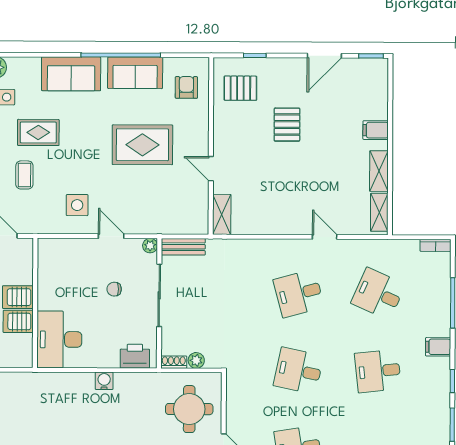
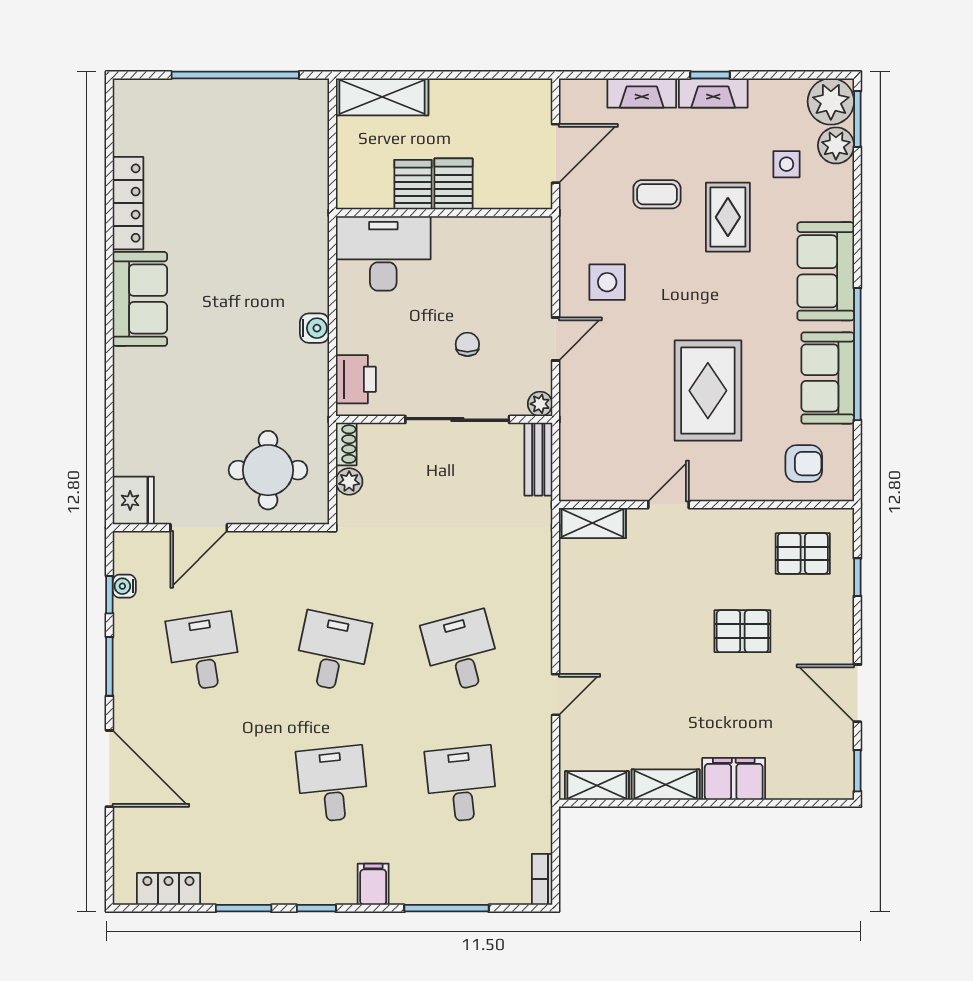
pallet: (240, 88) -> (803, 553), turned 90
filing cabinet: (376, 130) -> (734, 779), width x2.00
desk: (378, 294) -> (461, 784), turned -30

